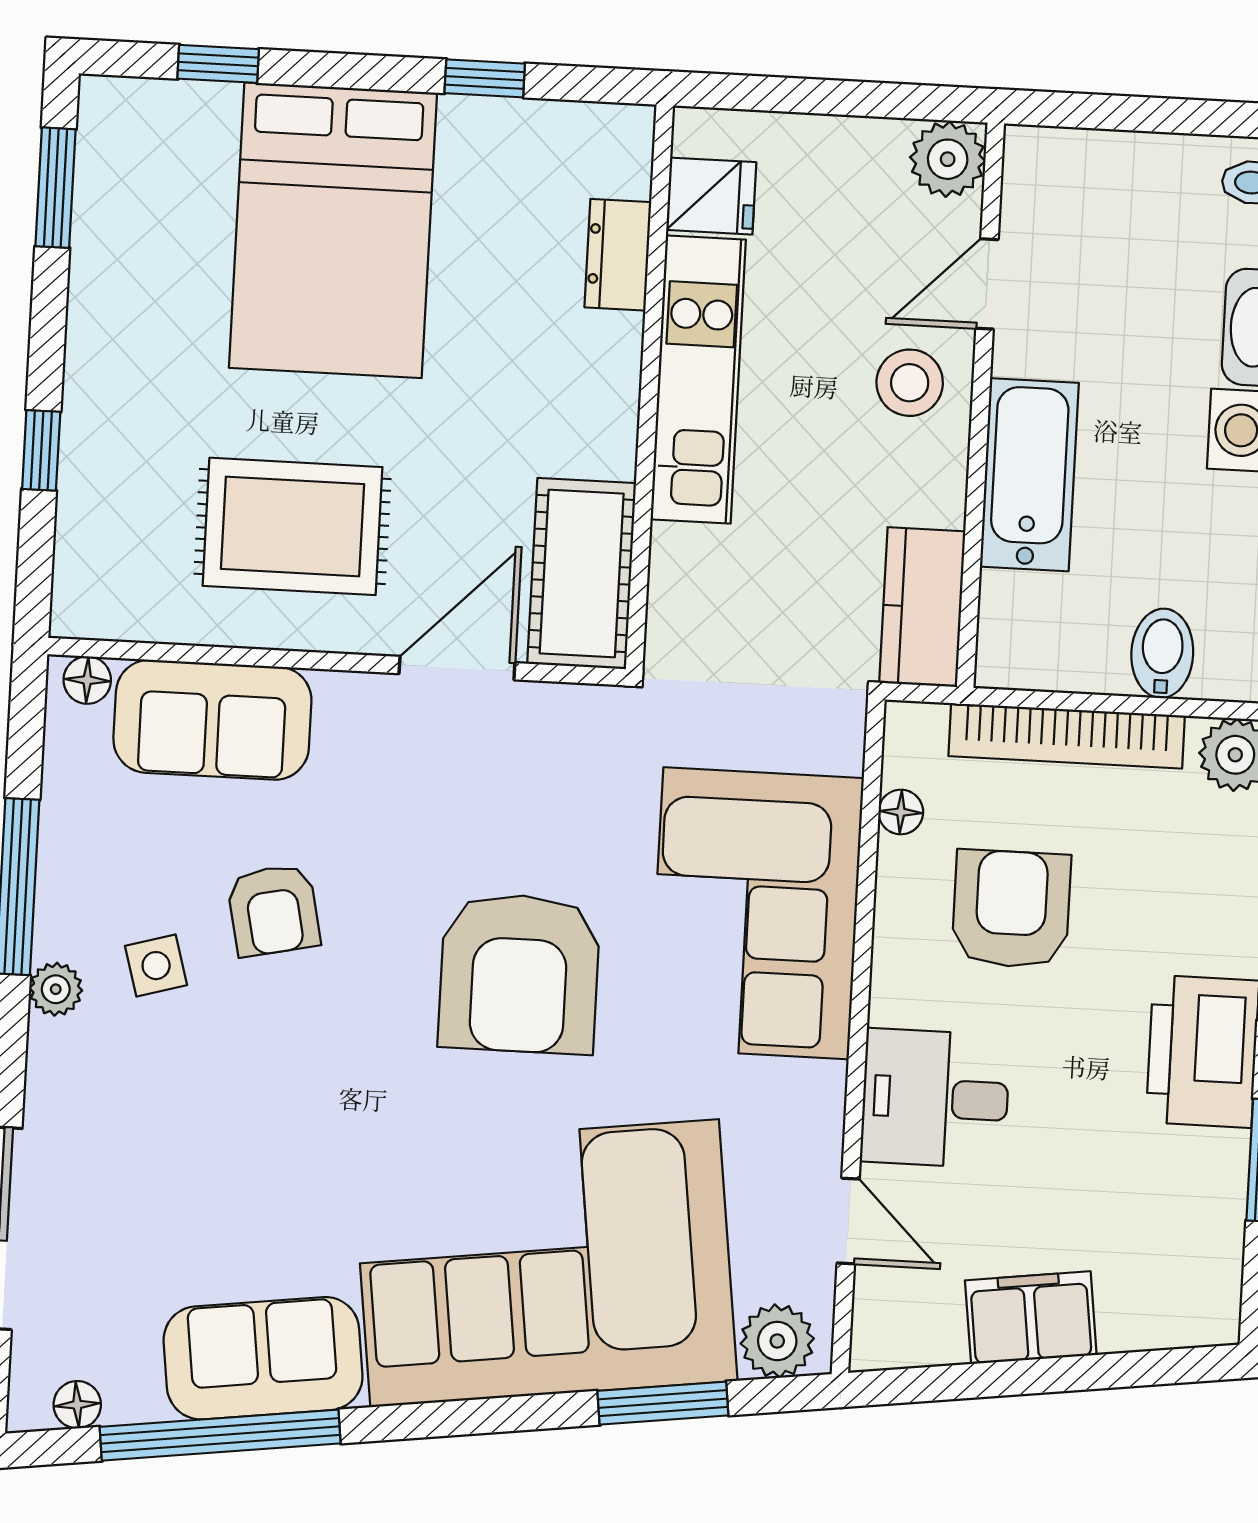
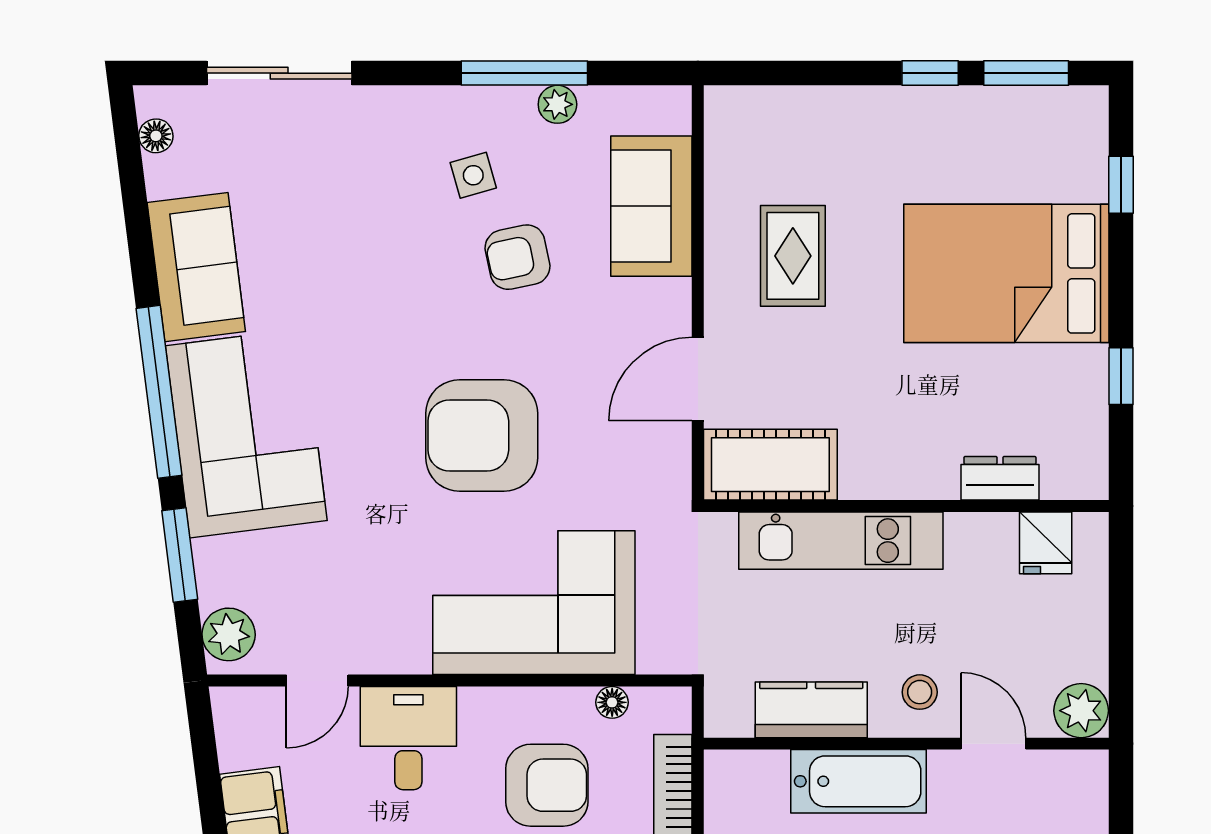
kitchen unit: (698, 380) -> (841, 541), moved
stool: (910, 383) -> (920, 692), width x0.73, depth x0.73
window: (41, 450) -> (930, 73), moved
rug: (292, 526) -> (793, 256), width x0.73, depth x0.70
kitchen counter: (922, 607) -> (811, 710), moved
door: (457, 668) -> (698, 379), swing flipped
floor lamp: (87, 680) -> (675, 115), removed
plant: (56, 989) -> (557, 104), moved
corner sofa: (545, 1263) -> (246, 433), width x0.73, depth x0.74
window: (220, 1435) -> (159, 392), moved

